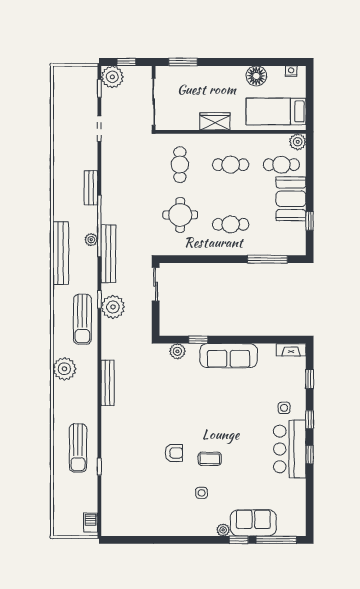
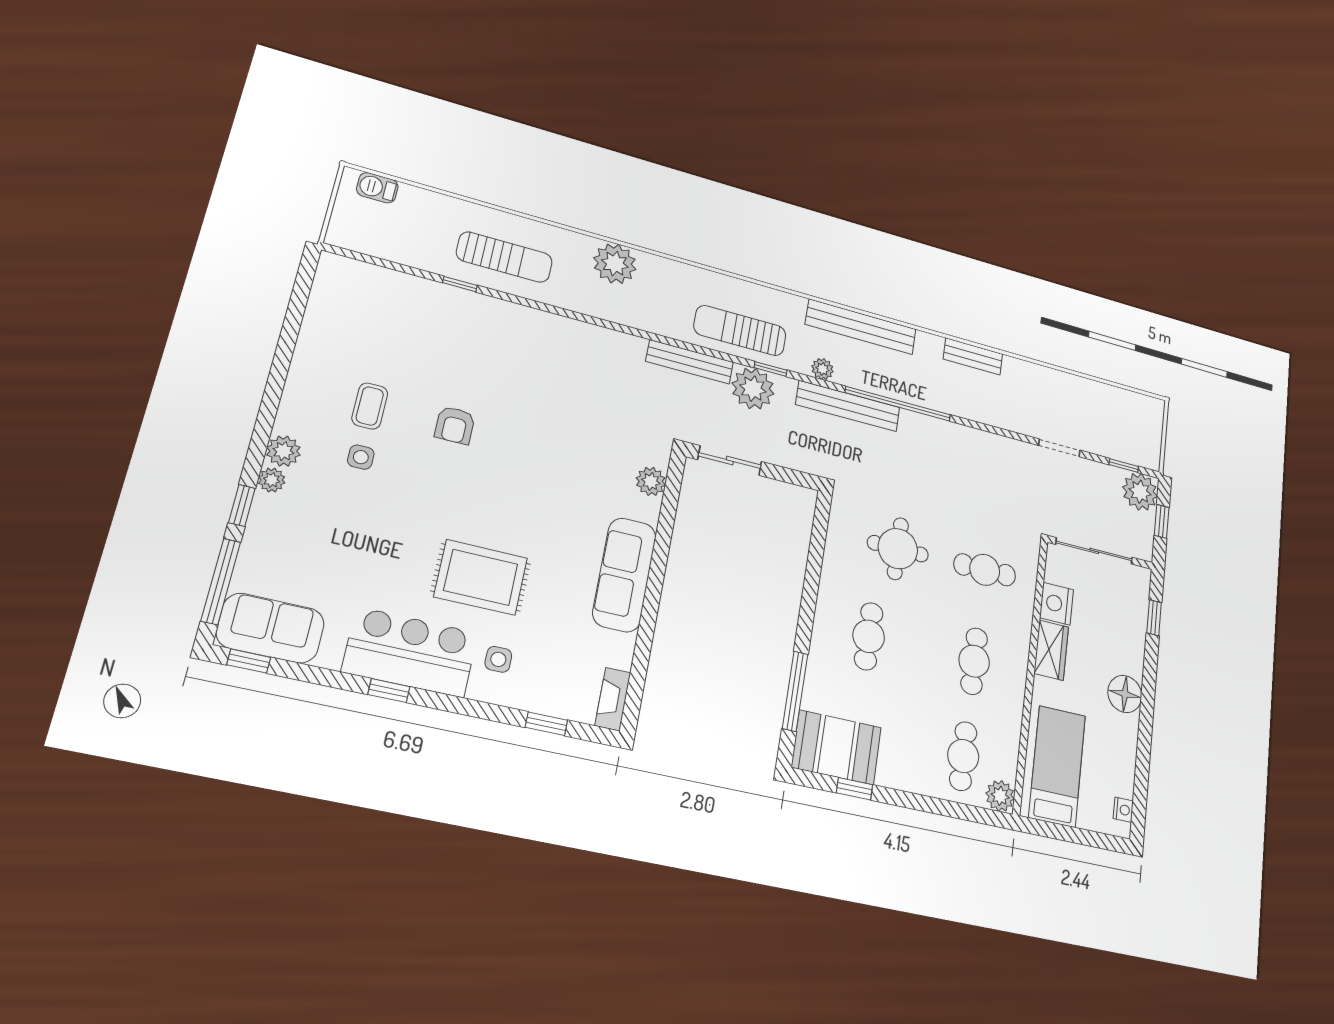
window: (183, 62) -> (1154, 618), width x0.67
floor lamp: (256, 76) -> (1125, 694), moved
nightstand: (189, 121) -> (1057, 604), added
bench: (91, 188) -> (973, 356), moved
booth: (291, 199) -> (836, 747), moved
plant: (91, 240) -> (822, 369), moved
sliding door: (156, 284) -> (730, 461), moved
window: (198, 340) -> (666, 525), removed
plant: (64, 369) -> (615, 264), moved
bench: (108, 383) -> (690, 362), moved
window: (310, 420) -> (249, 661), moved
rug: (246, 424) -> (481, 577), added
sun lounger: (78, 448) -> (504, 257), turned 180
coffee table: (210, 459) -> (370, 406), moved
barbecue: (91, 523) -> (377, 188), moved, turned 180
sofa: (253, 523) -> (270, 628), moved, turned -90
plant: (208, 528) -> (283, 451), added

